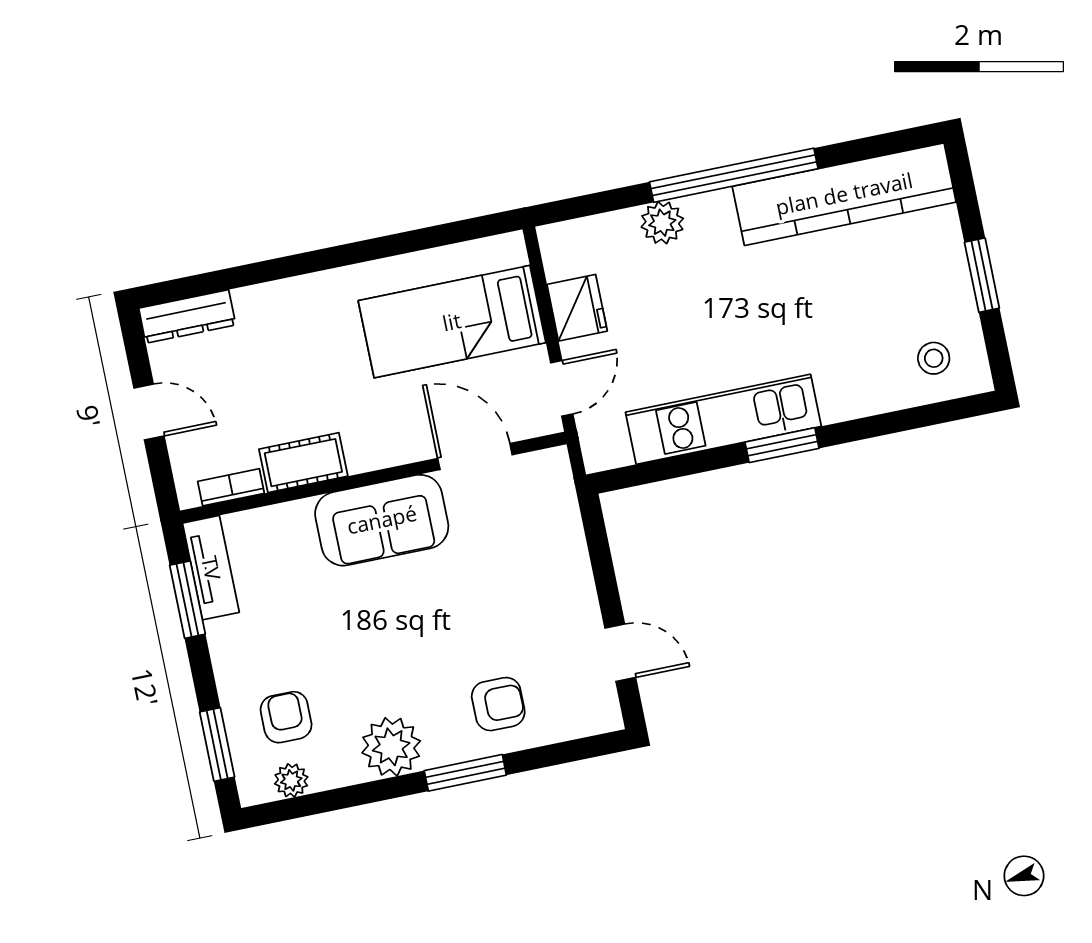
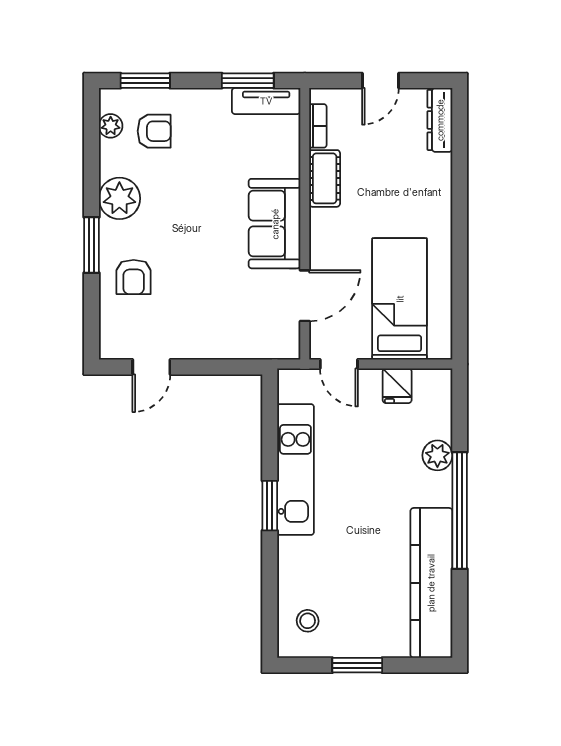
fridge: (577, 308) -> (397, 386), width x0.72

